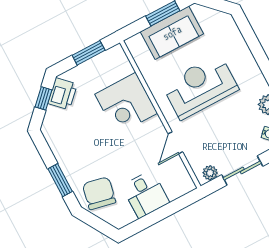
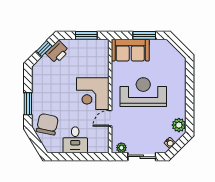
sofa: (172, 33) -> (130, 50), moved
corner desk: (126, 104) -> (93, 94), moved

